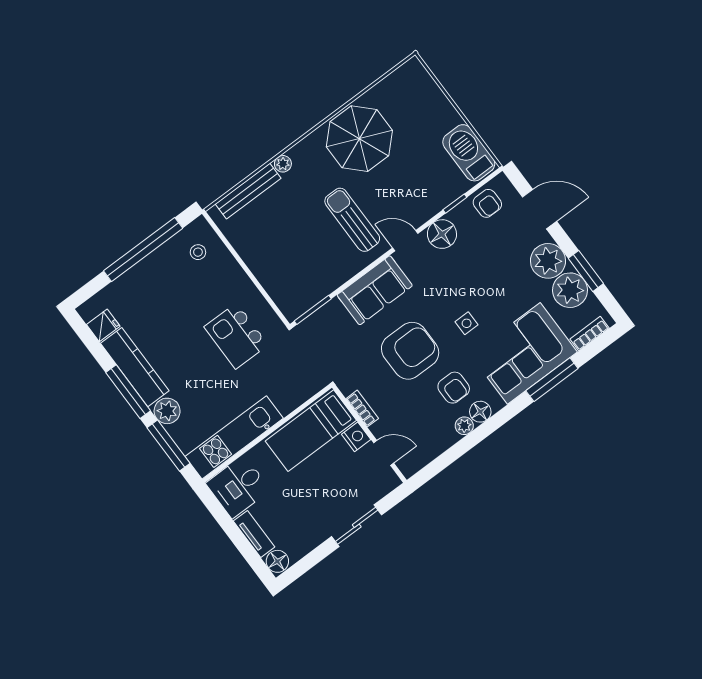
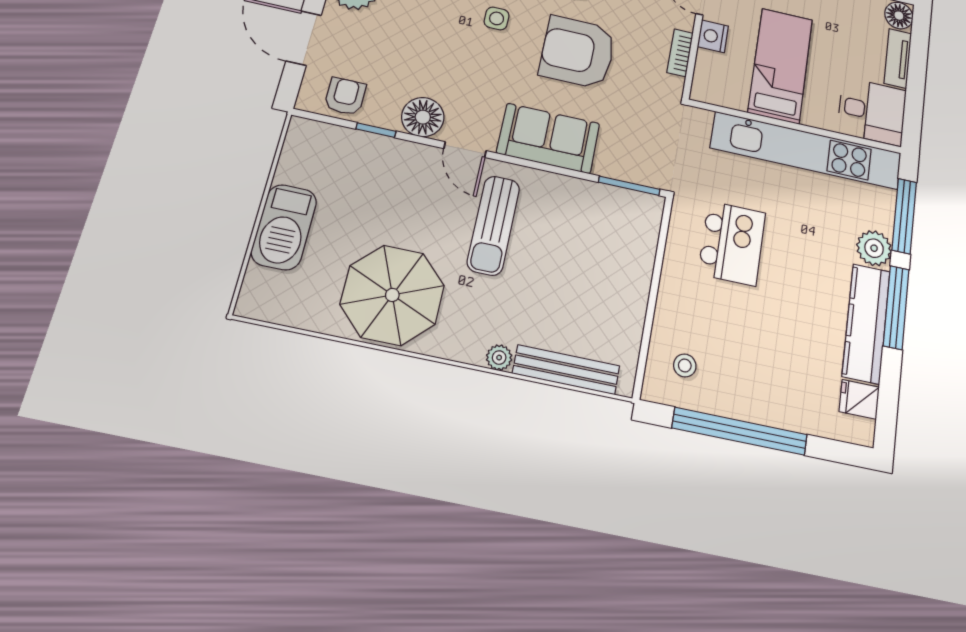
barbecue: (469, 153) -> (284, 227), moved
bed: (311, 431) -> (780, 66), moved, turned -90
kitchen unit: (234, 437) -> (806, 150), width x1.36

